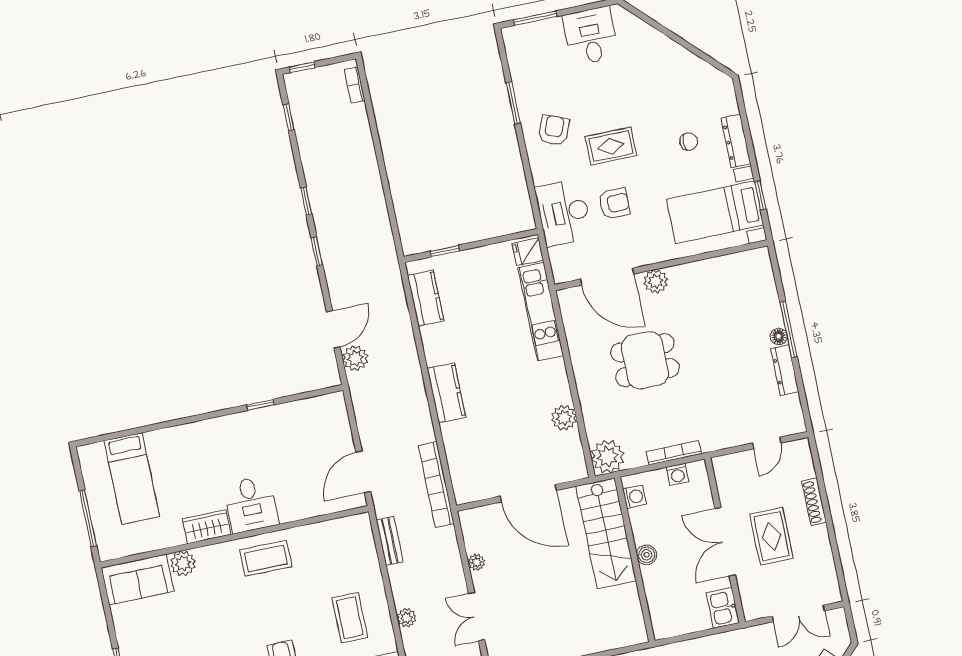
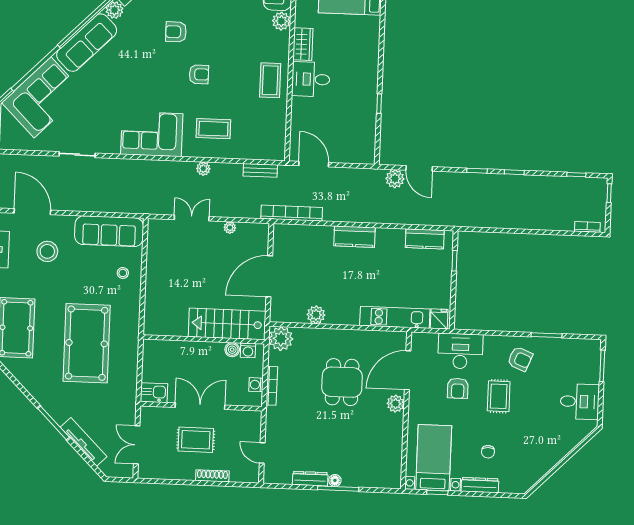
boiler: (647, 555) -> (232, 350), moved

